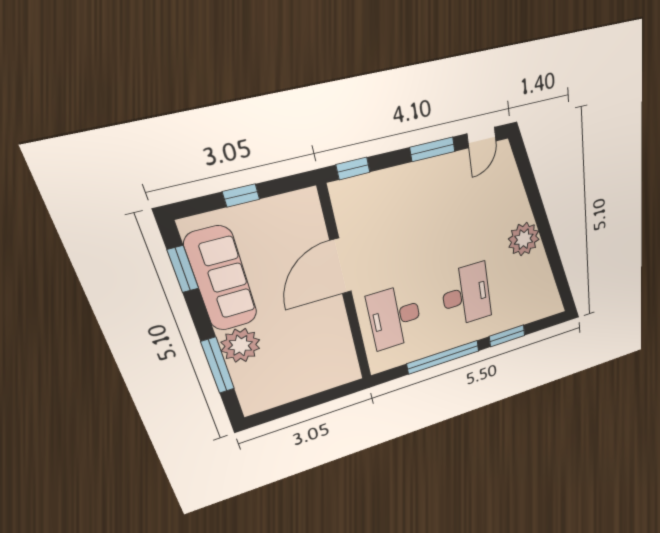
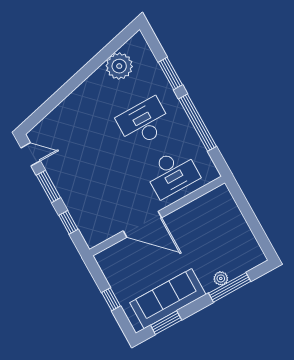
window: (353, 168) -> (68, 222), moved
plant: (524, 239) -> (119, 66), moved
plant: (240, 345) -> (221, 278), width x0.53, depth x0.53

